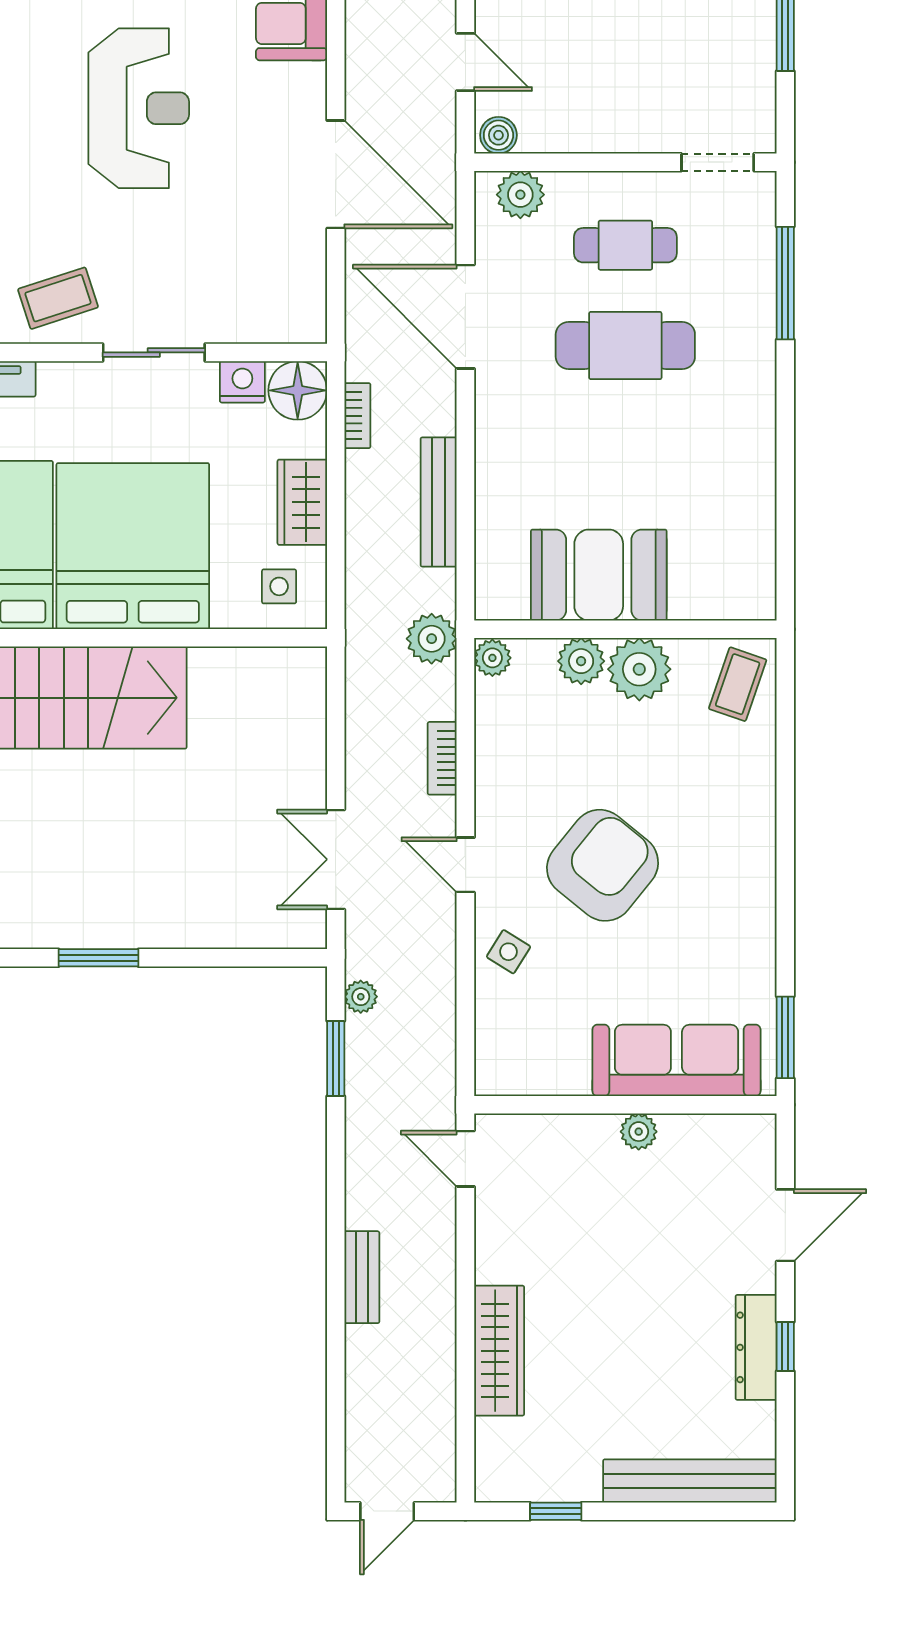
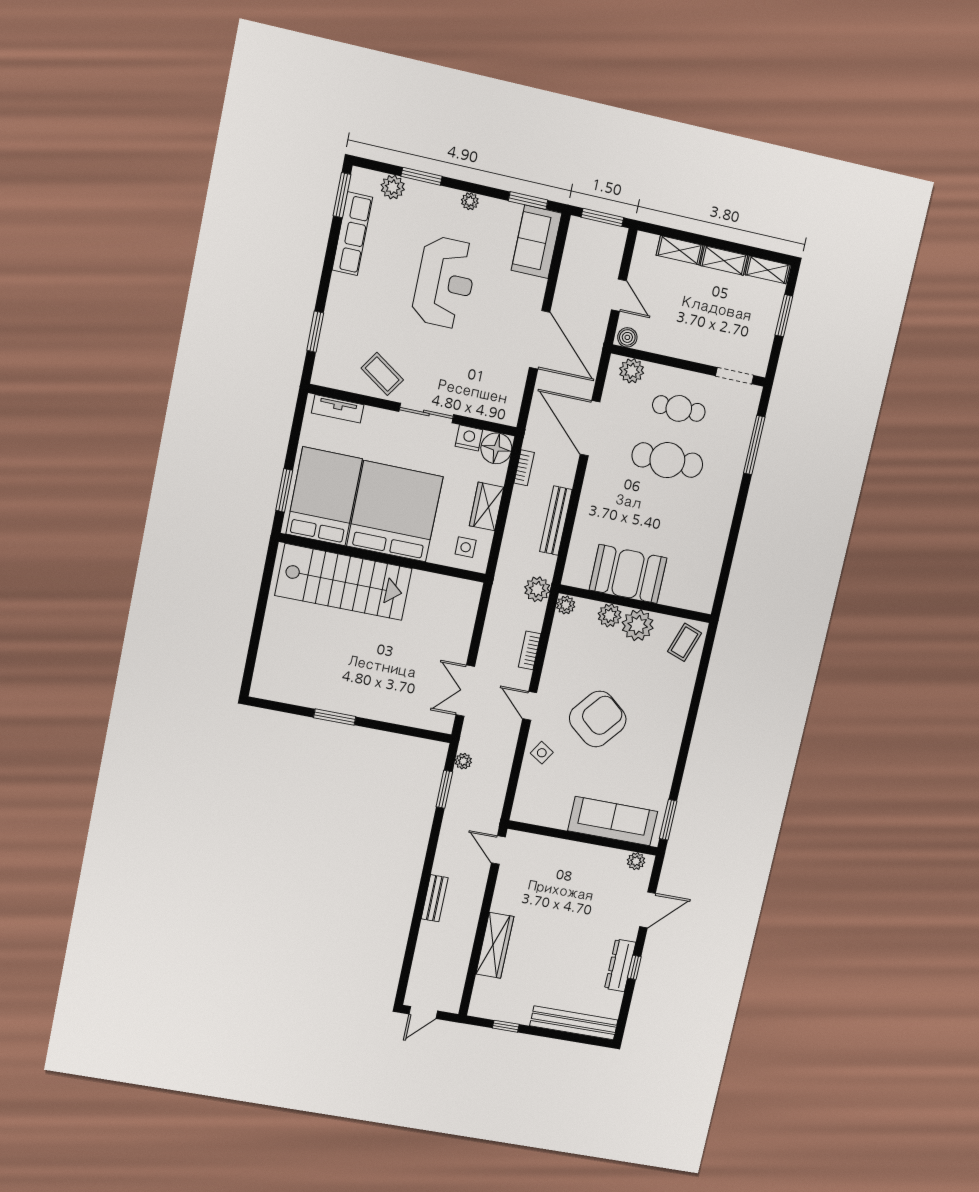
coffee table: (58, 298) -> (382, 374), turned 52
plant: (639, 1132) -> (636, 861), moved

